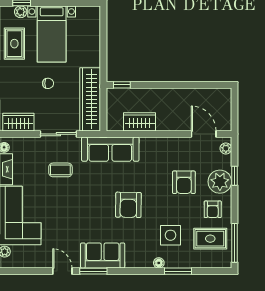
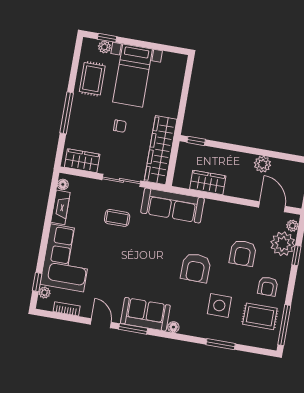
plant: (188, 96) -> (262, 164), added
plant: (220, 182) -> (283, 244), moved
armchair: (128, 205) -> (196, 268), moved
bookcase: (28, 263) -> (67, 309), added
floor lamp: (159, 263) -> (173, 327), moved

